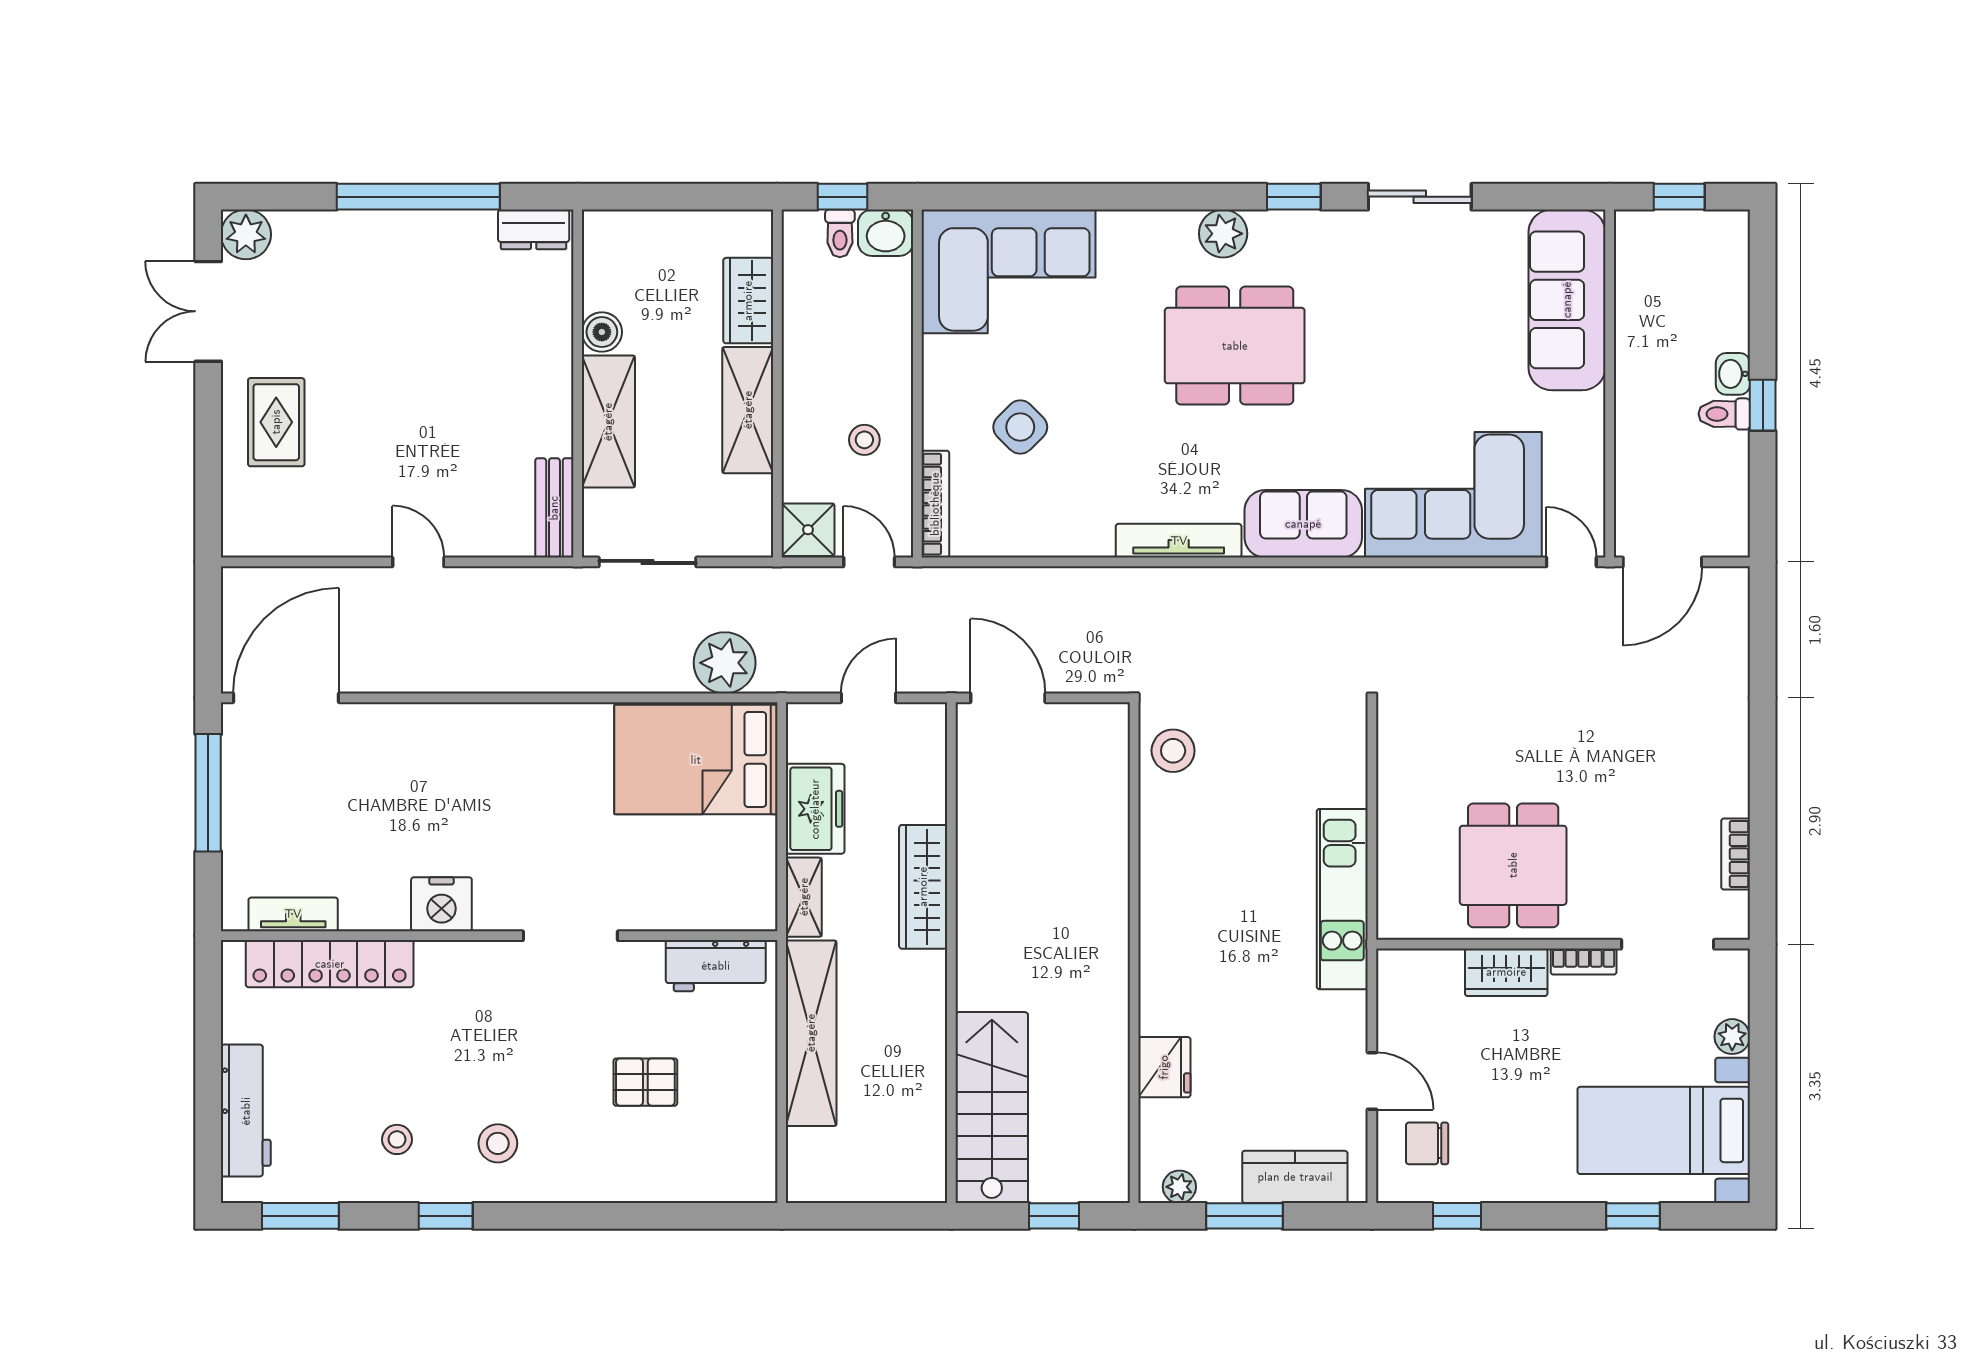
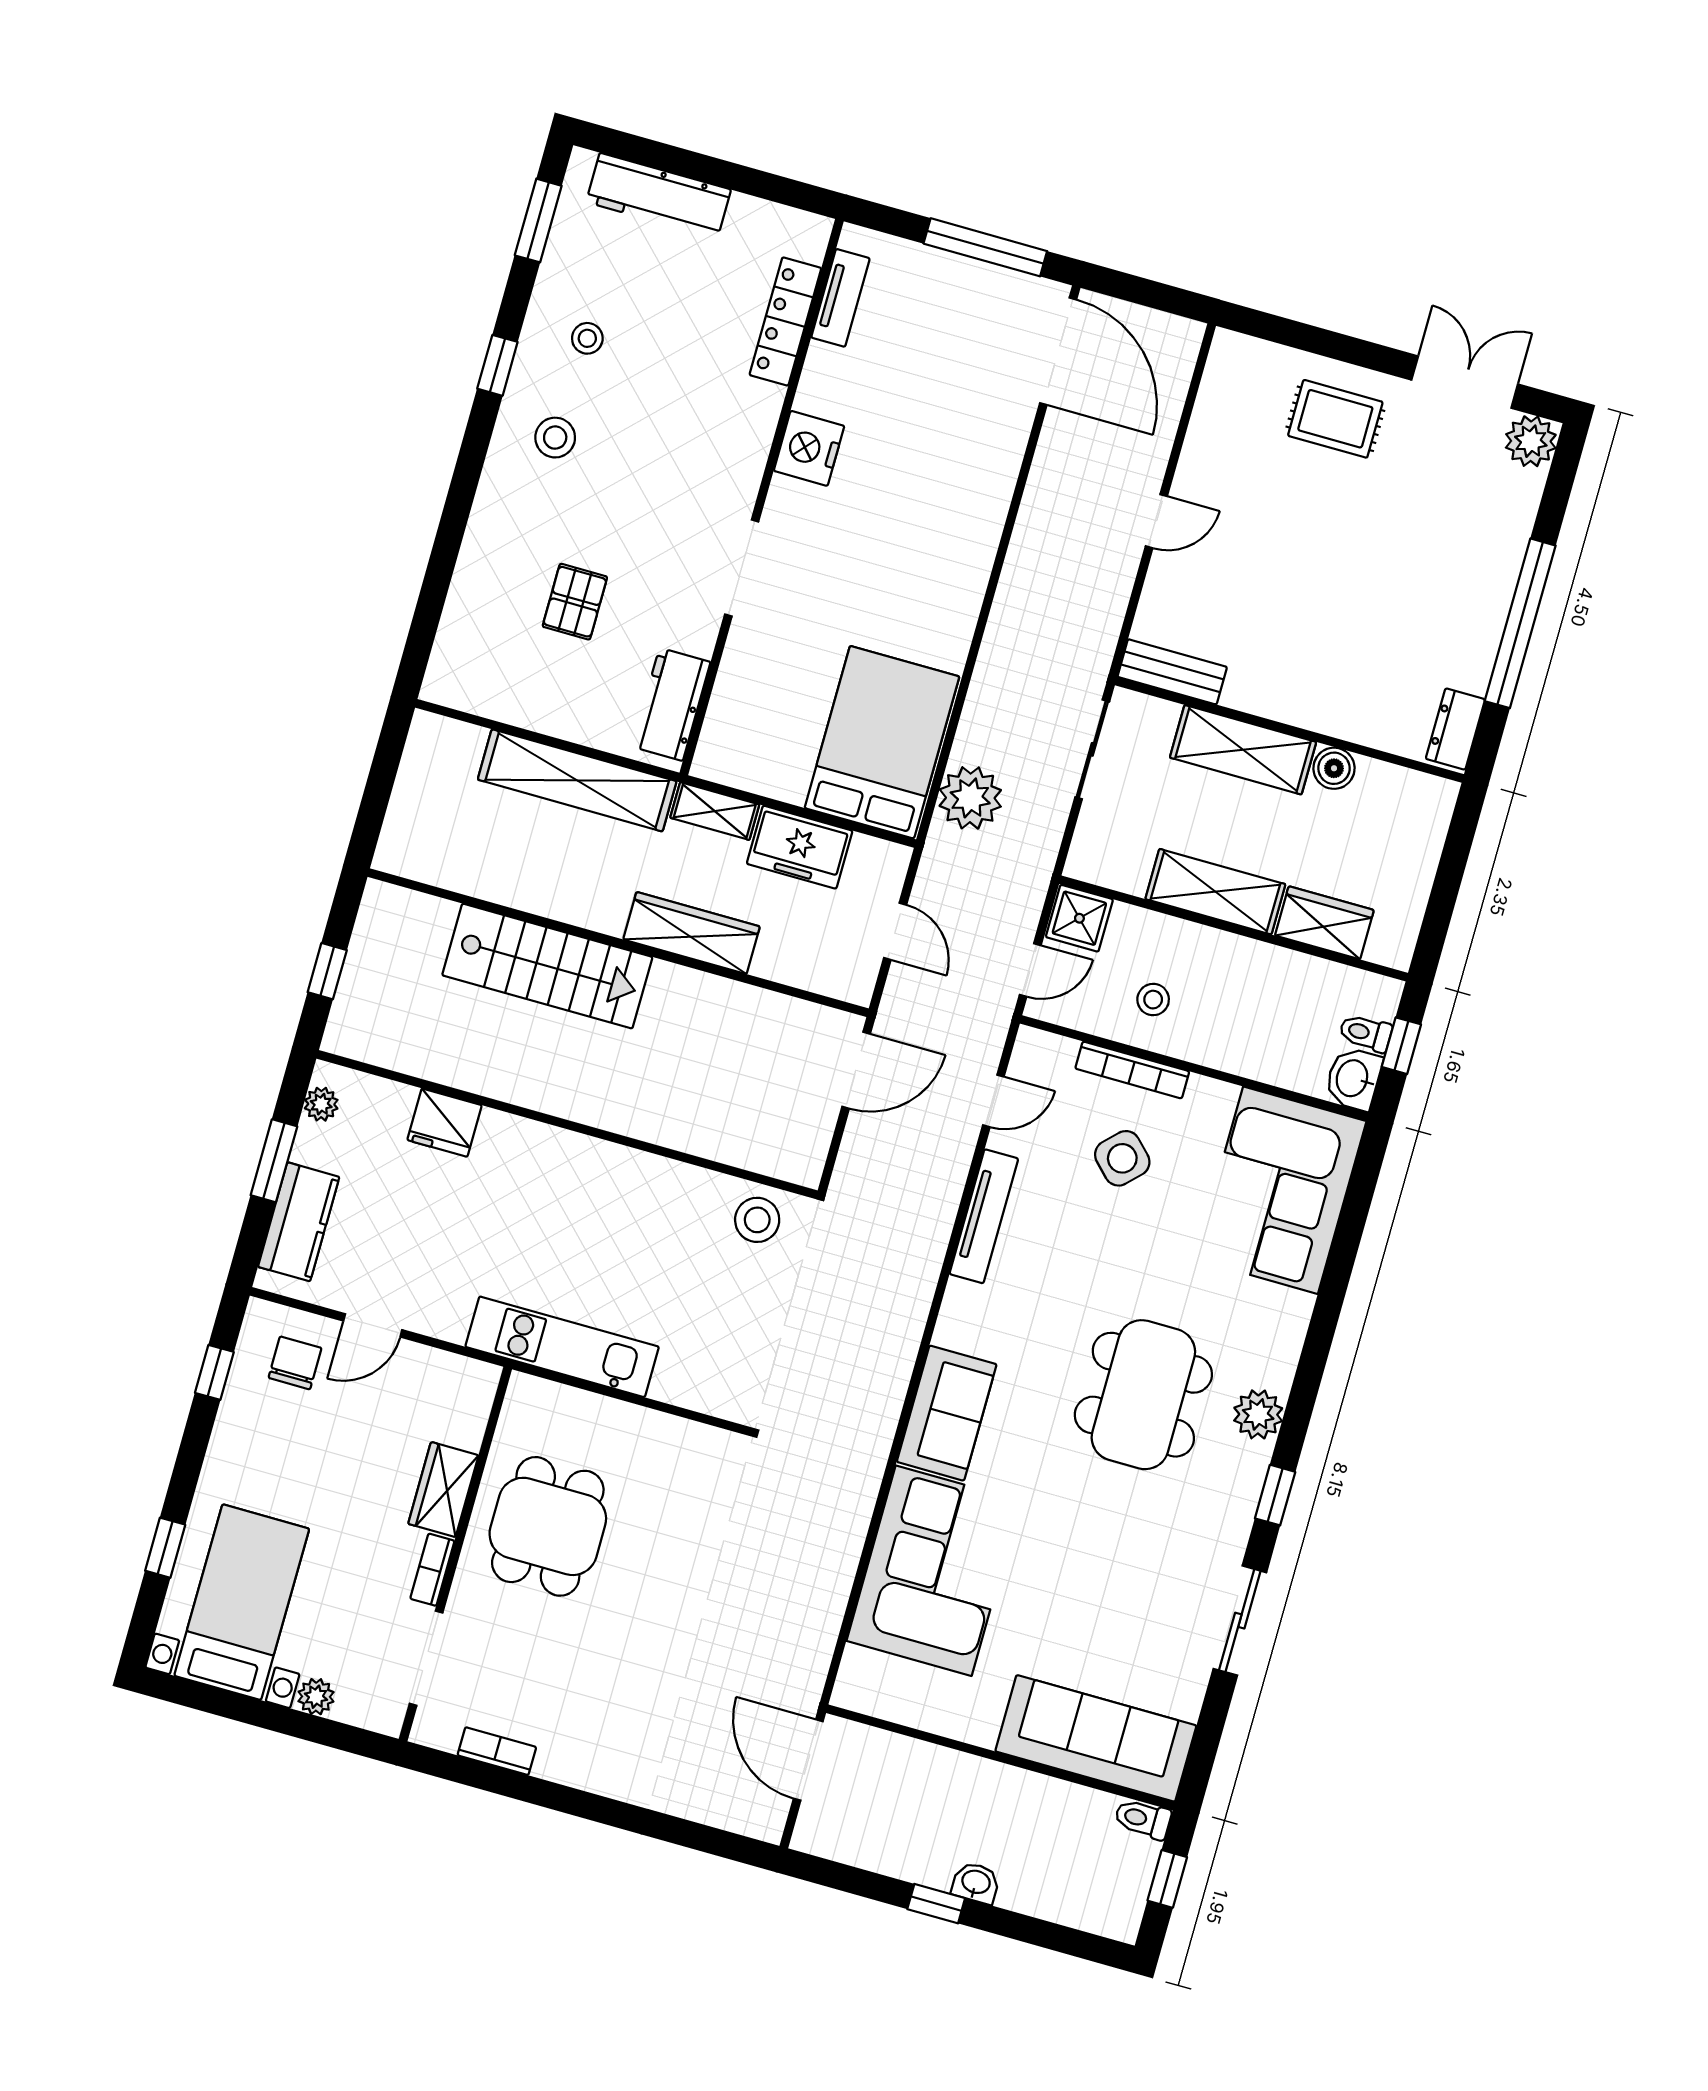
toilet: (1724, 414) -> (1143, 1819), moved, turned -90
bookcase: (935, 504) -> (1132, 1070), moved
tv unit: (1179, 541) -> (984, 1216), moved
door: (1571, 562) -> (993, 1101), moved
dining table: (1513, 865) -> (548, 1526), turned 90
locker: (330, 964) -> (785, 321), width x0.71, depth x0.83
stairs: (992, 1108) -> (547, 966), moved

